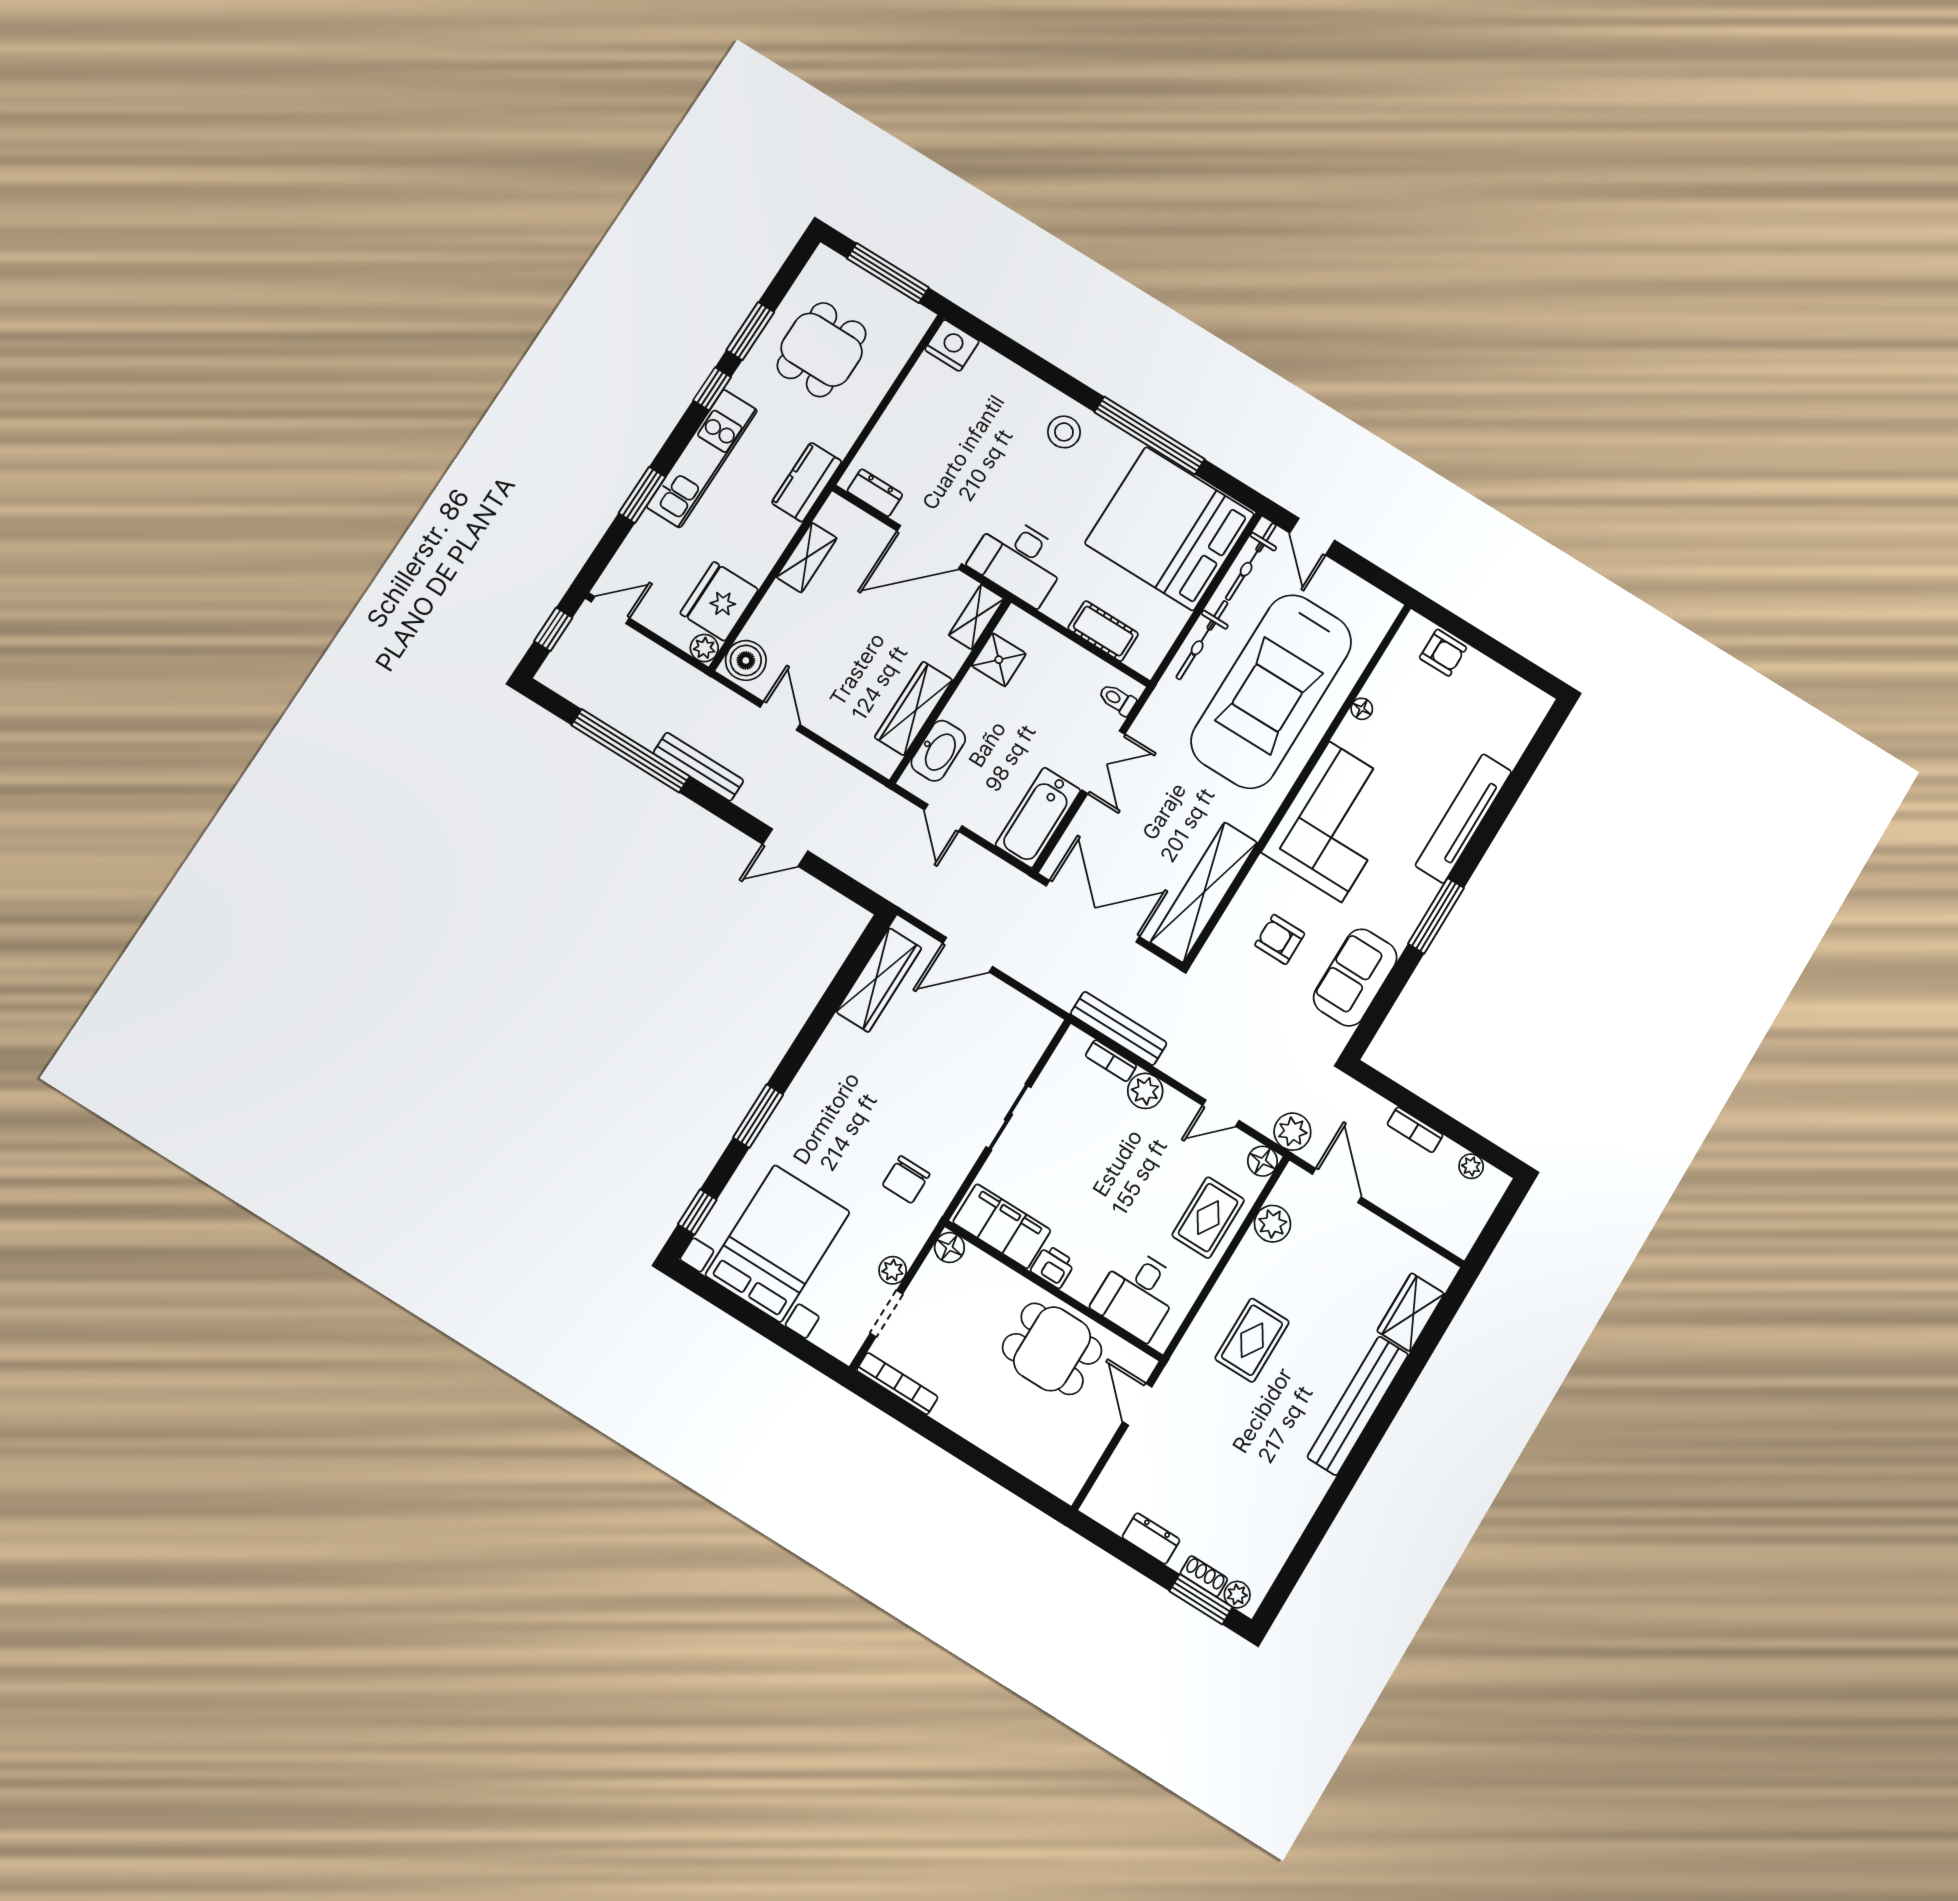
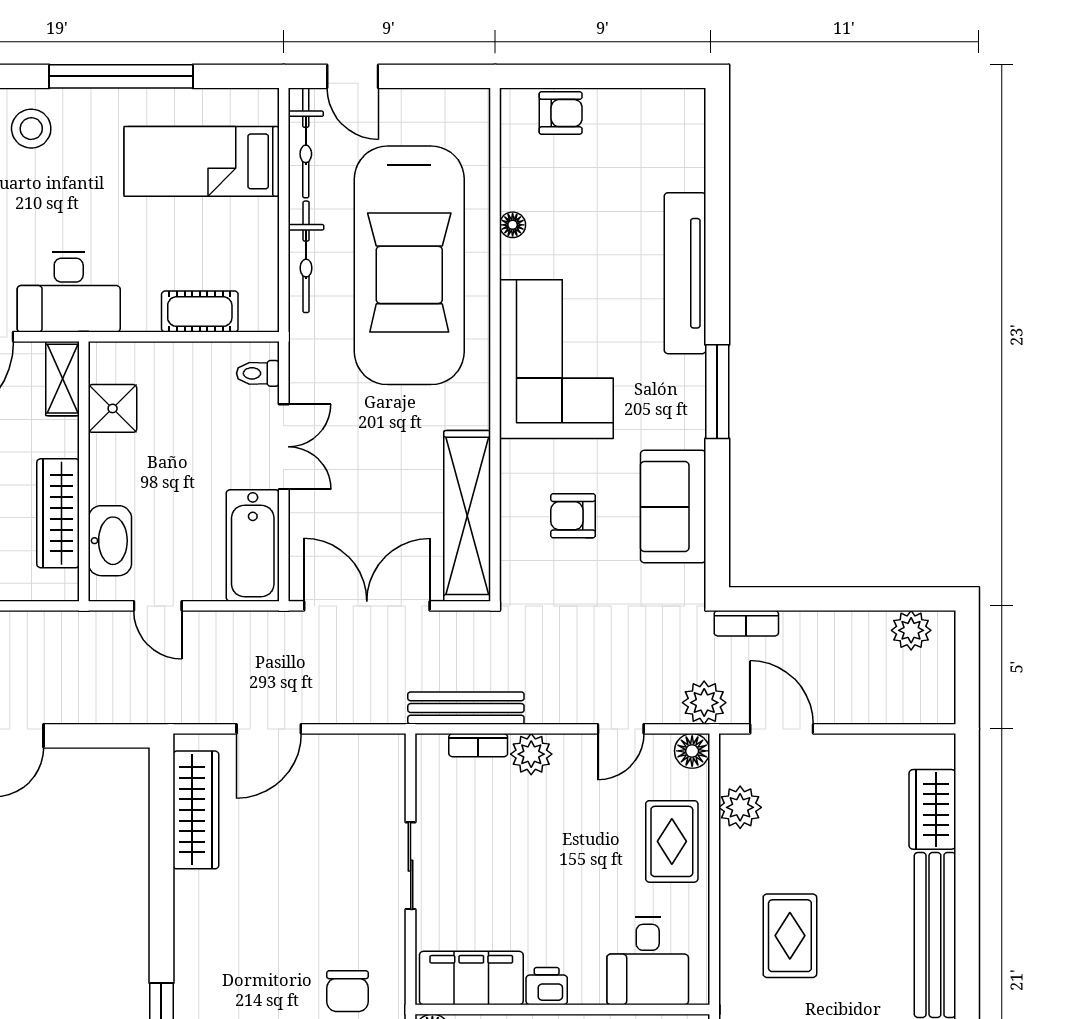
bed: (1170, 529) -> (202, 161), width x0.49
bookcase: (1415, 1130) -> (746, 623), moved
plant: (1471, 1166) -> (911, 630), width x1.38, depth x1.38

